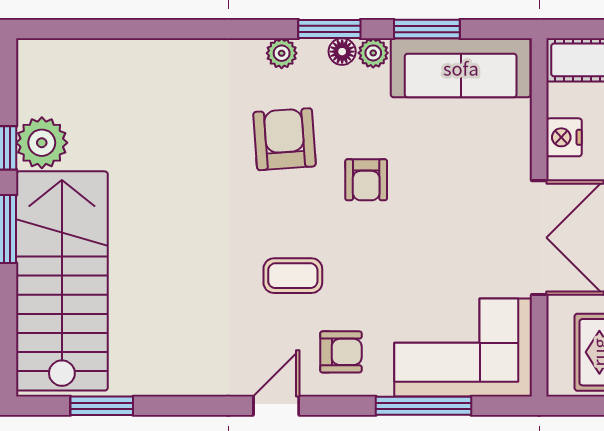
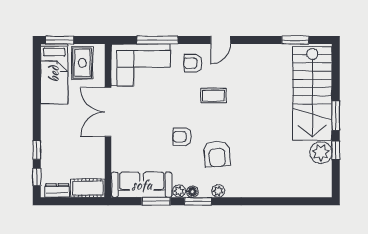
nightstand: (564, 137) -> (97, 155), removed
armchair: (366, 180) -> (182, 137), turned -90

